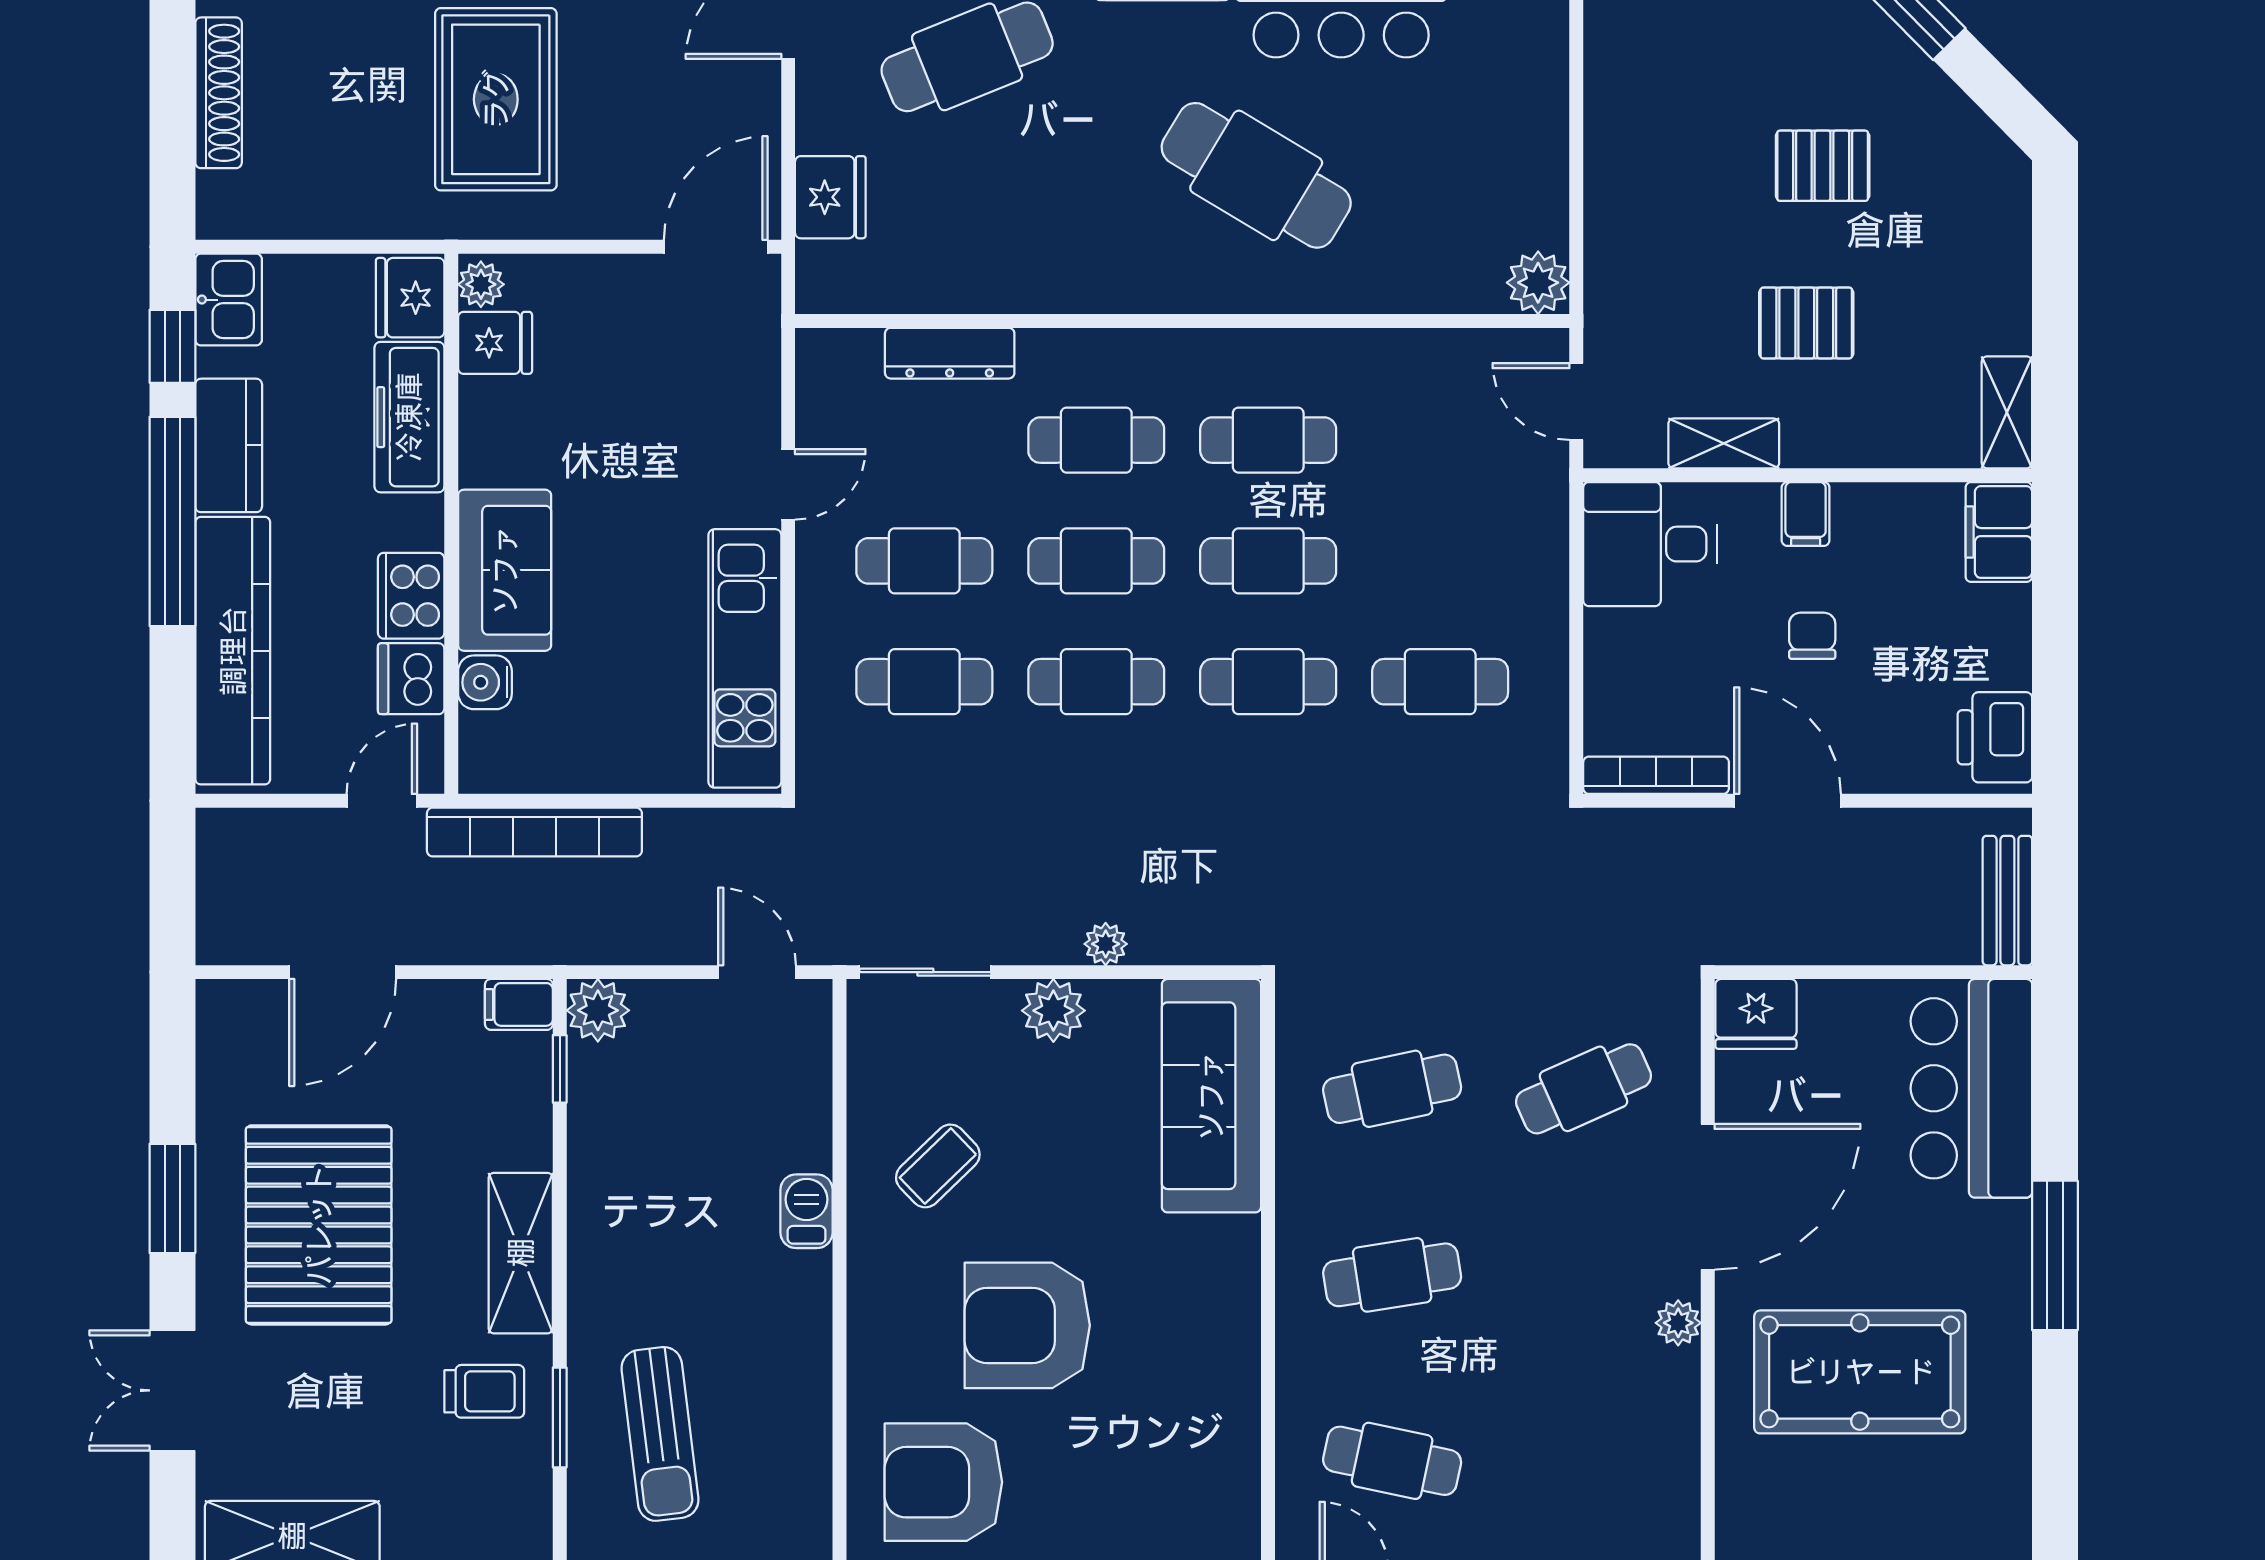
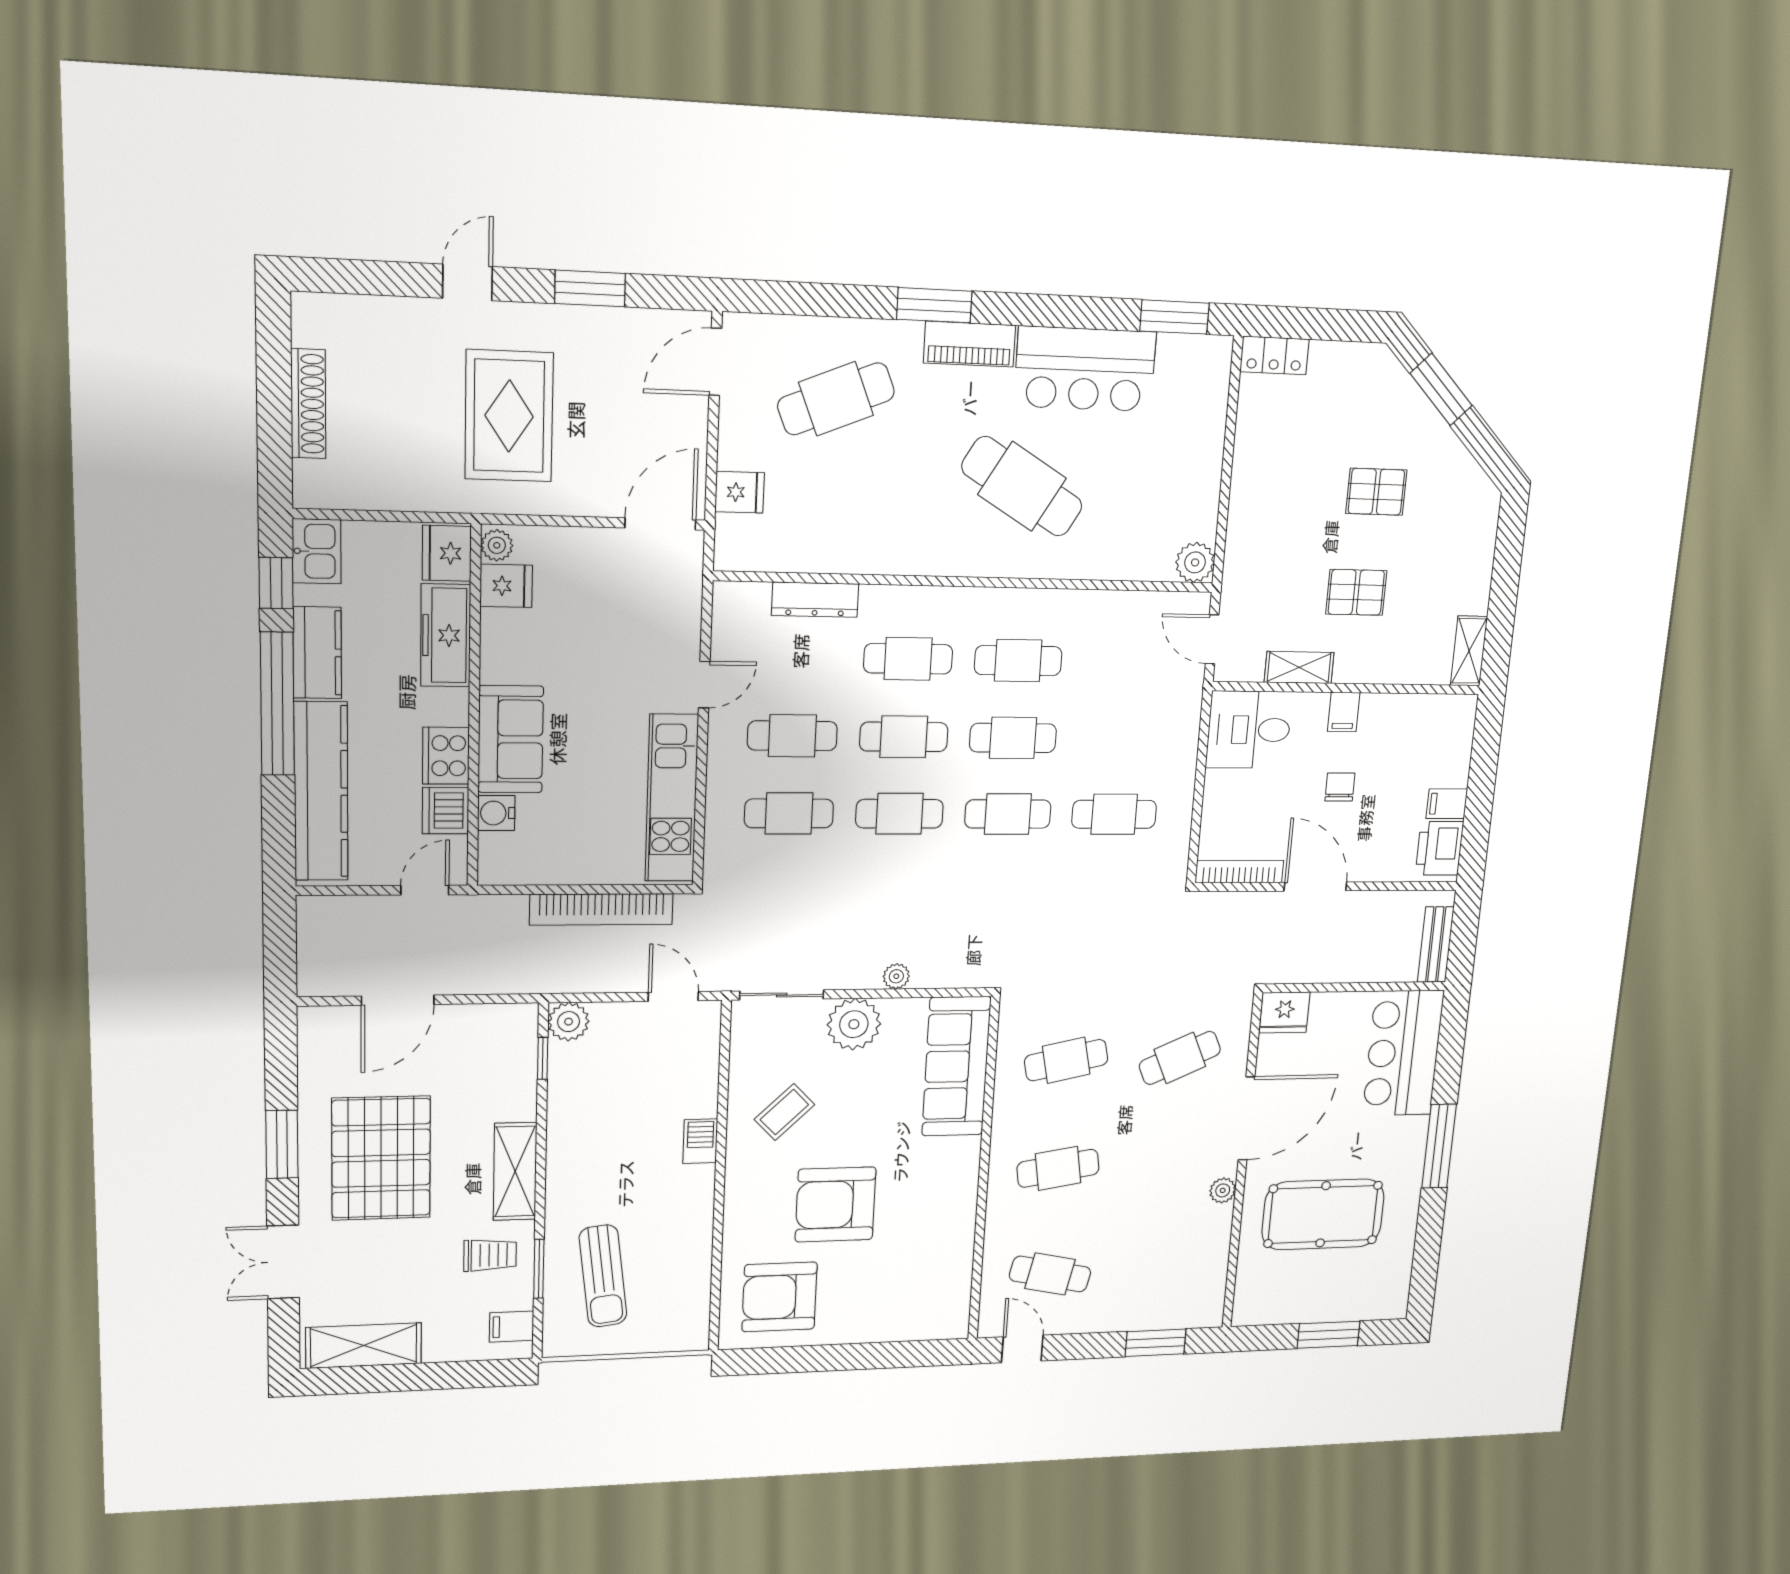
fridge: (830, 197) -> (740, 492), width x0.72
filing cabinet: (1999, 532) -> (1447, 804), moved, width x0.50
bookcase: (534, 832) -> (602, 909), moved
filing cabinet: (519, 1004) -> (512, 1327), moved
plant: (1053, 1011) -> (854, 1024), width x1.36, depth x1.36

